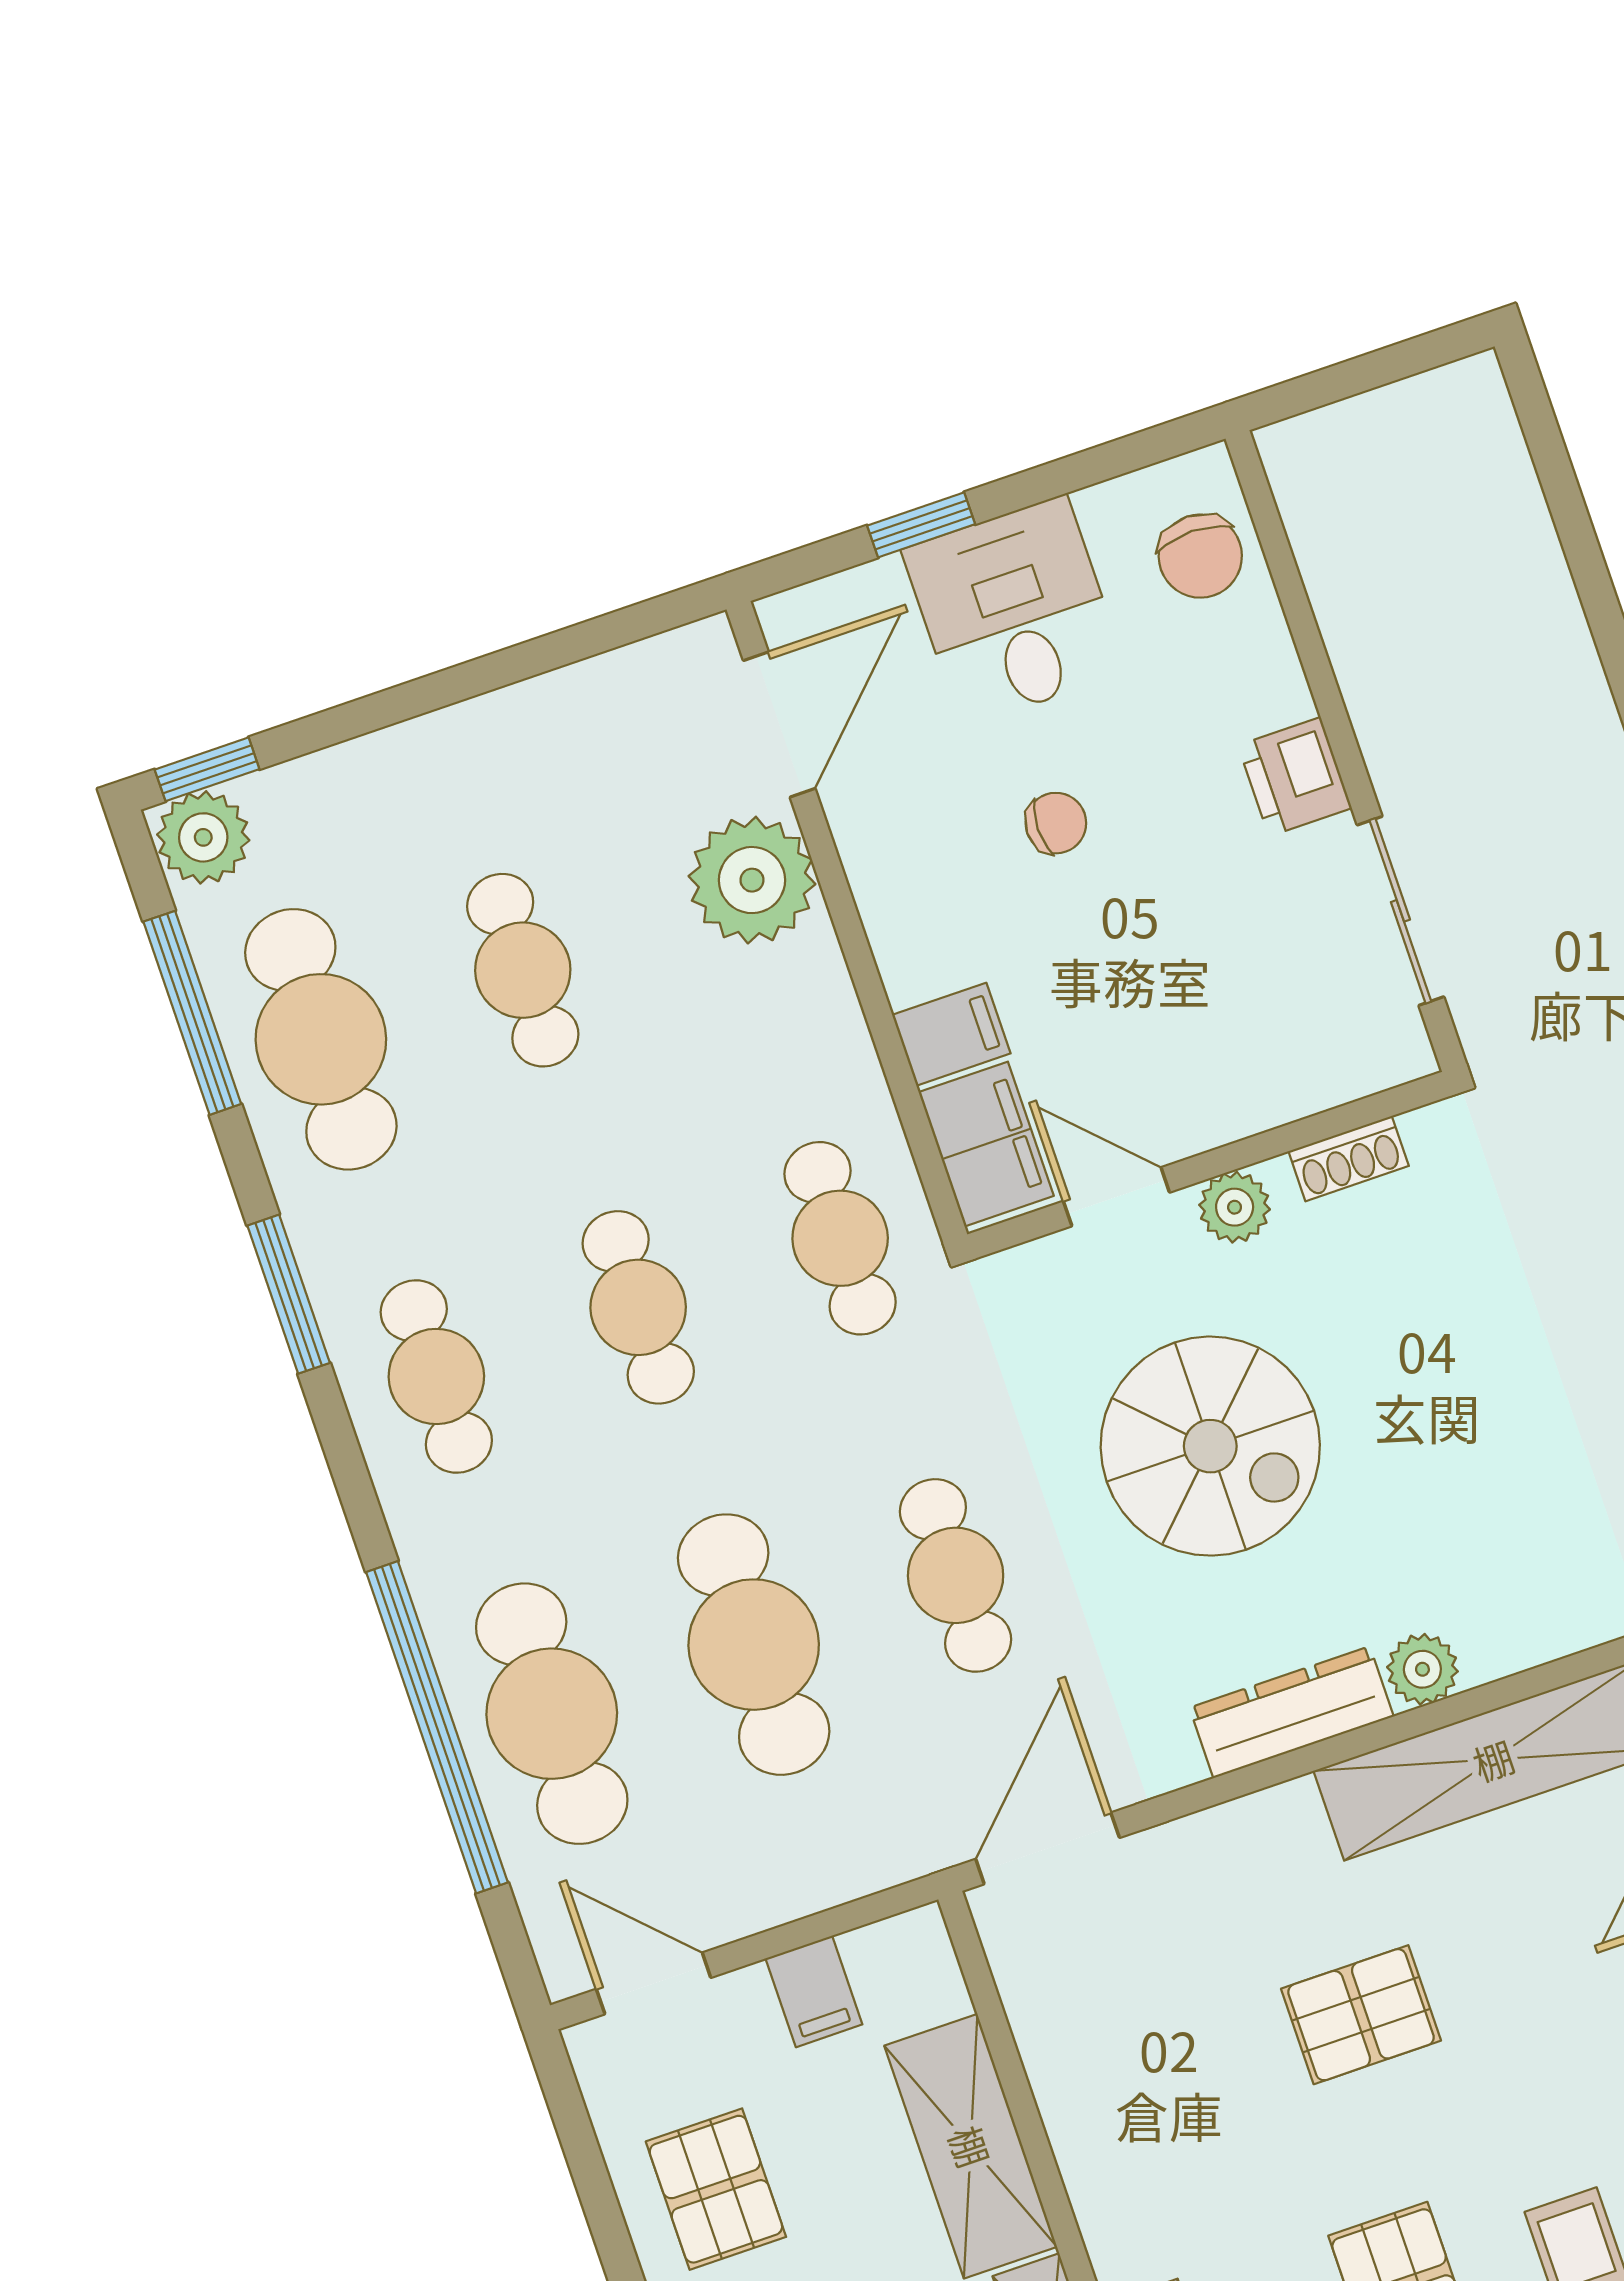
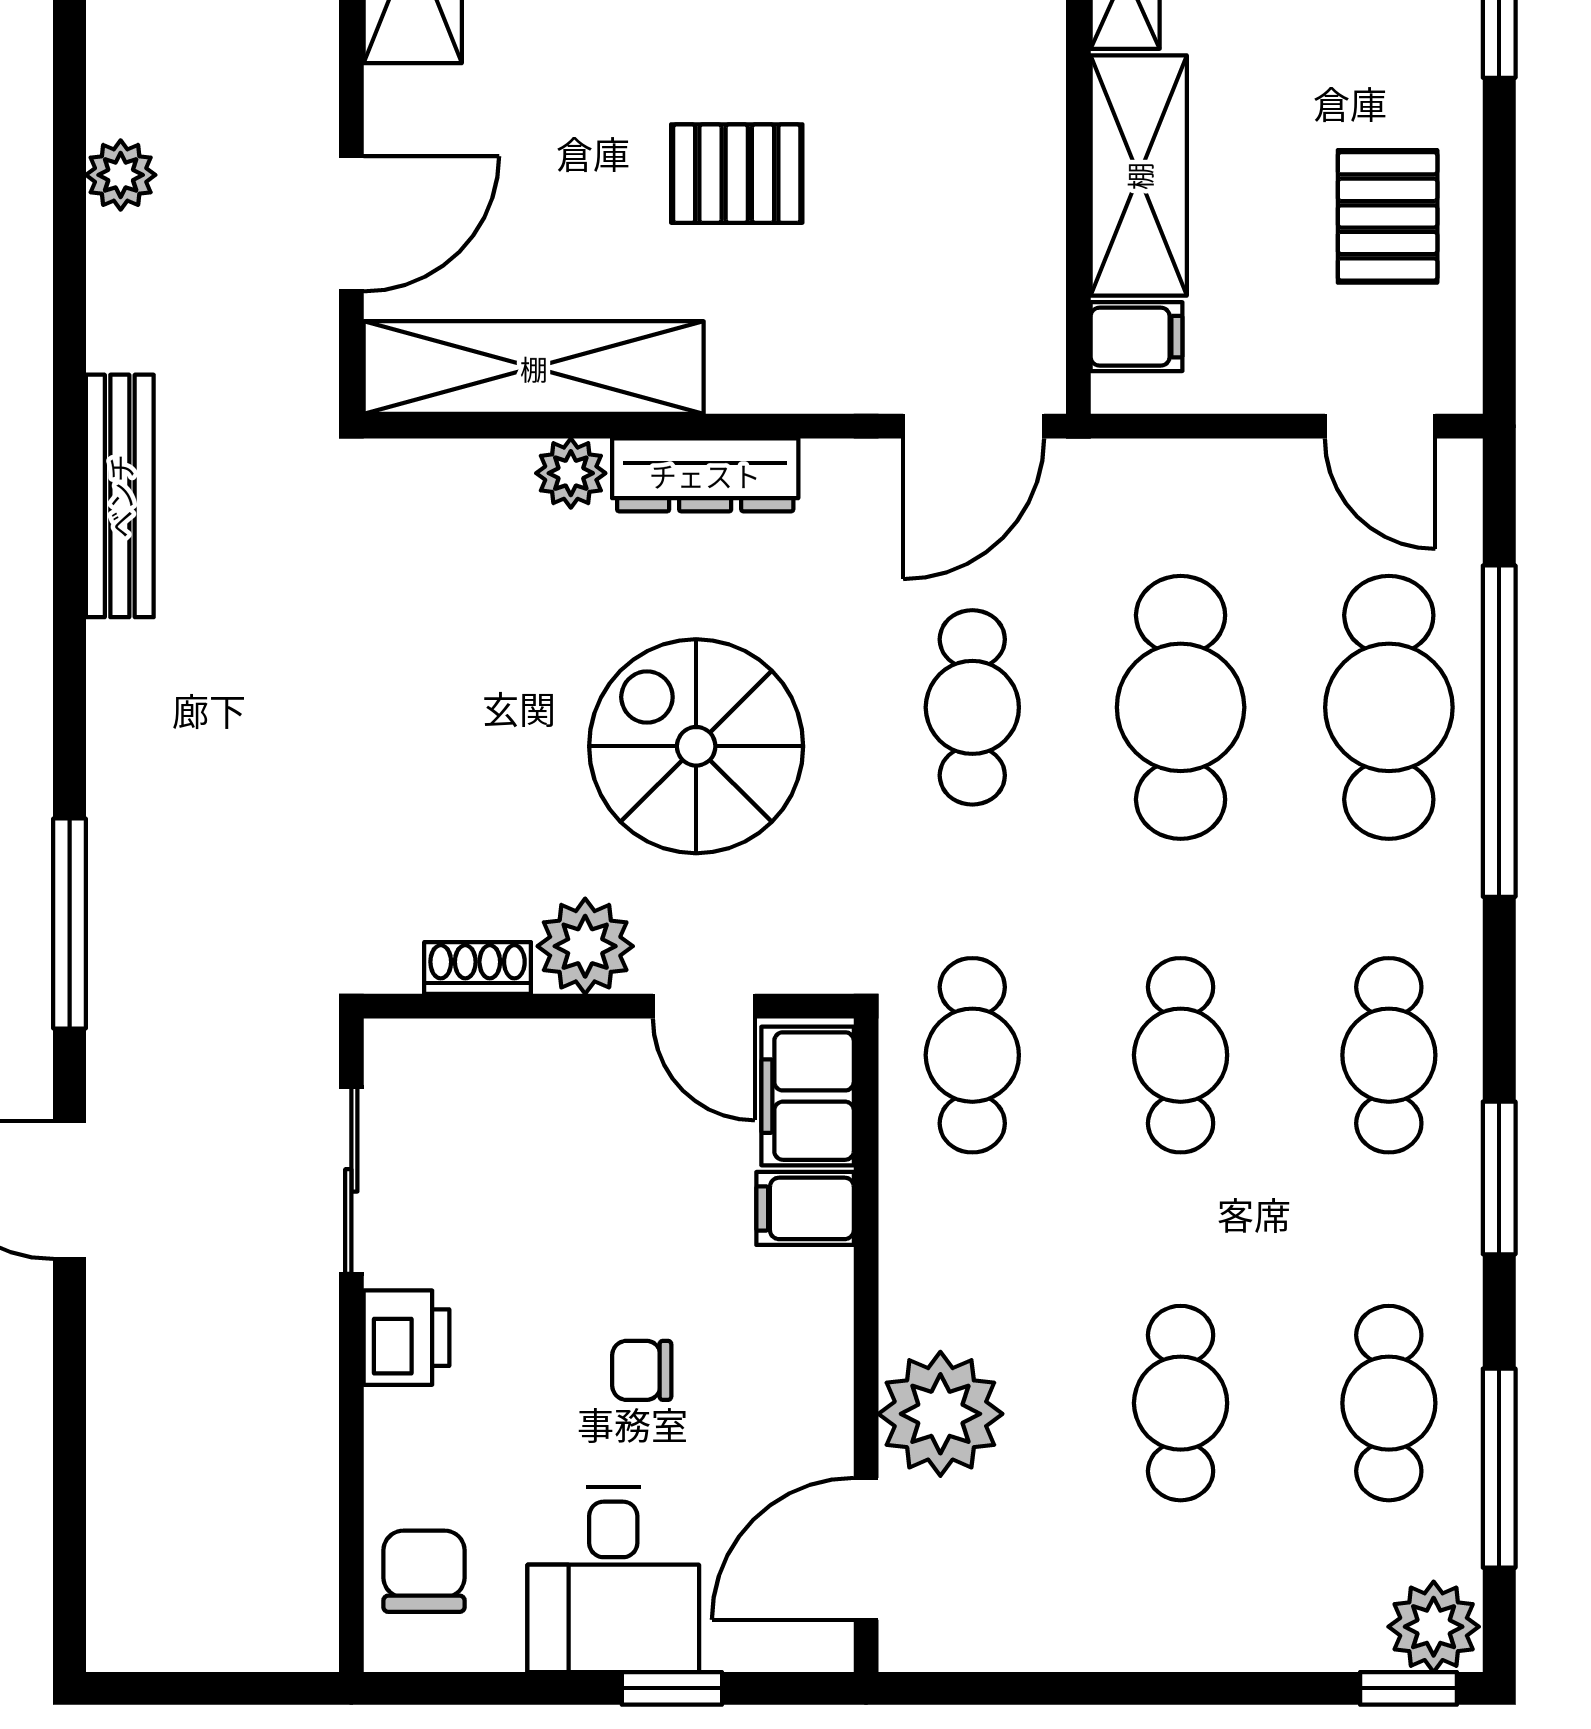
cafe table: (321, 1039) -> (1389, 1403), width x0.73, depth x0.74
plant: (1235, 1207) -> (585, 946), width x1.38, depth x1.38
filing cabinet: (814, 1991) -> (1137, 337), moved, turned 90

